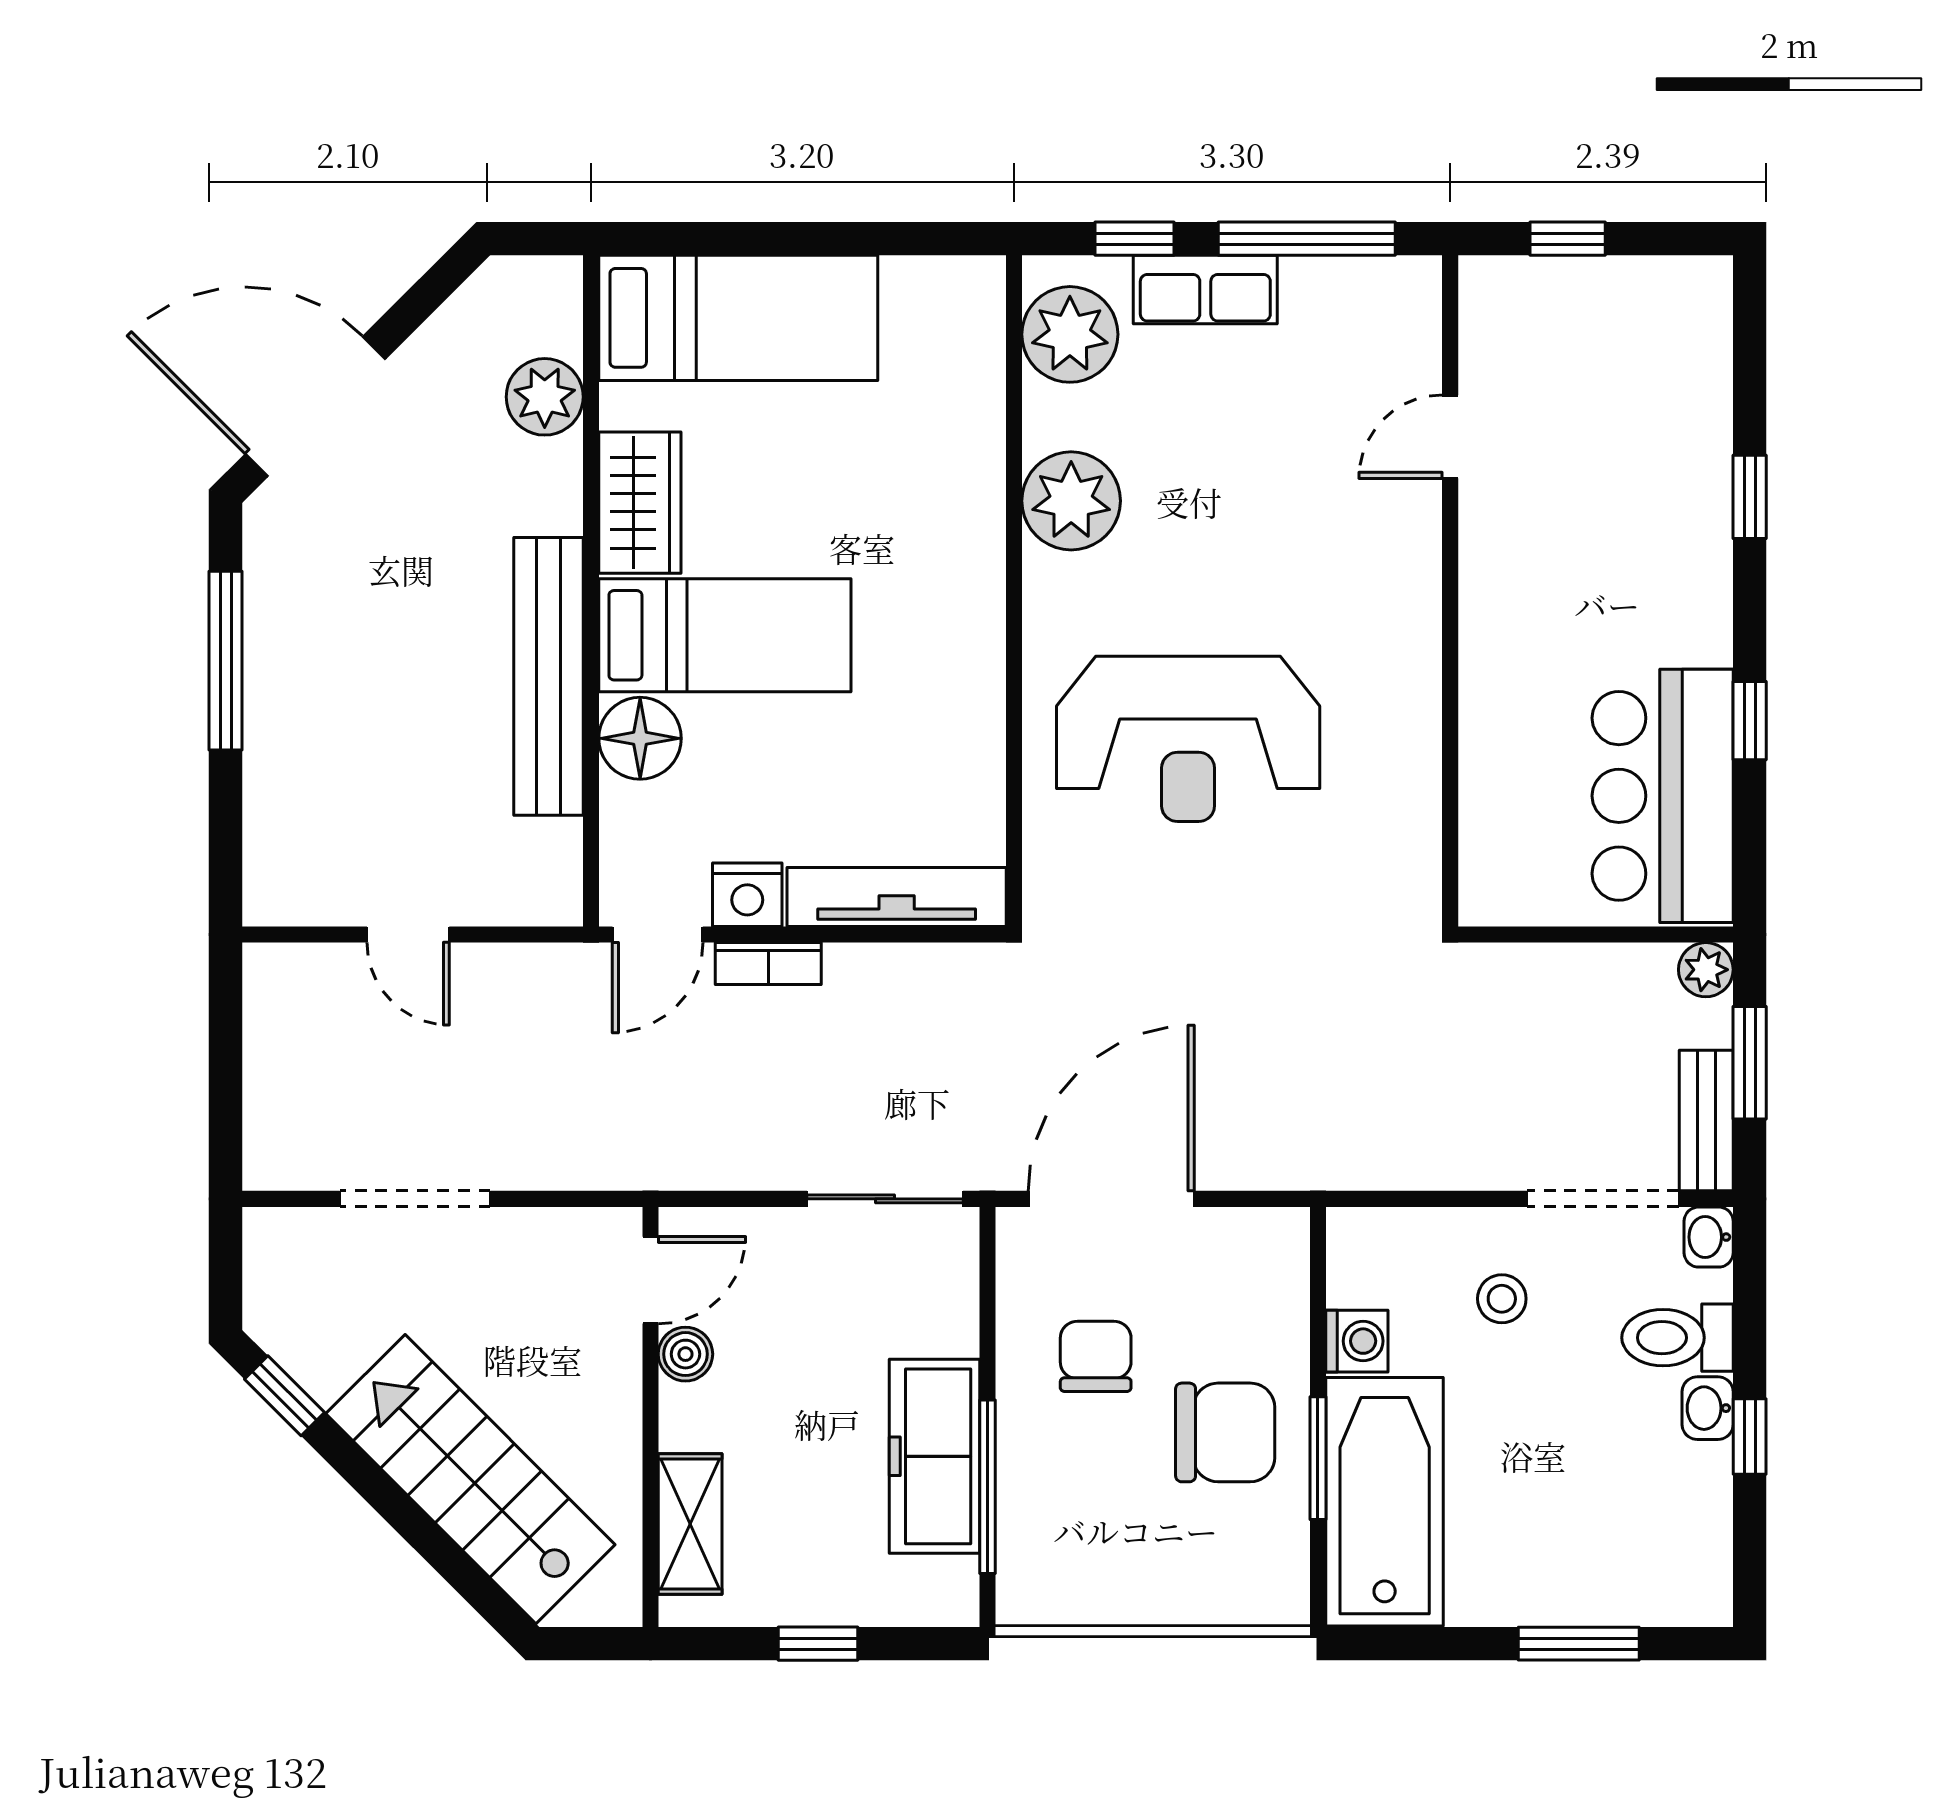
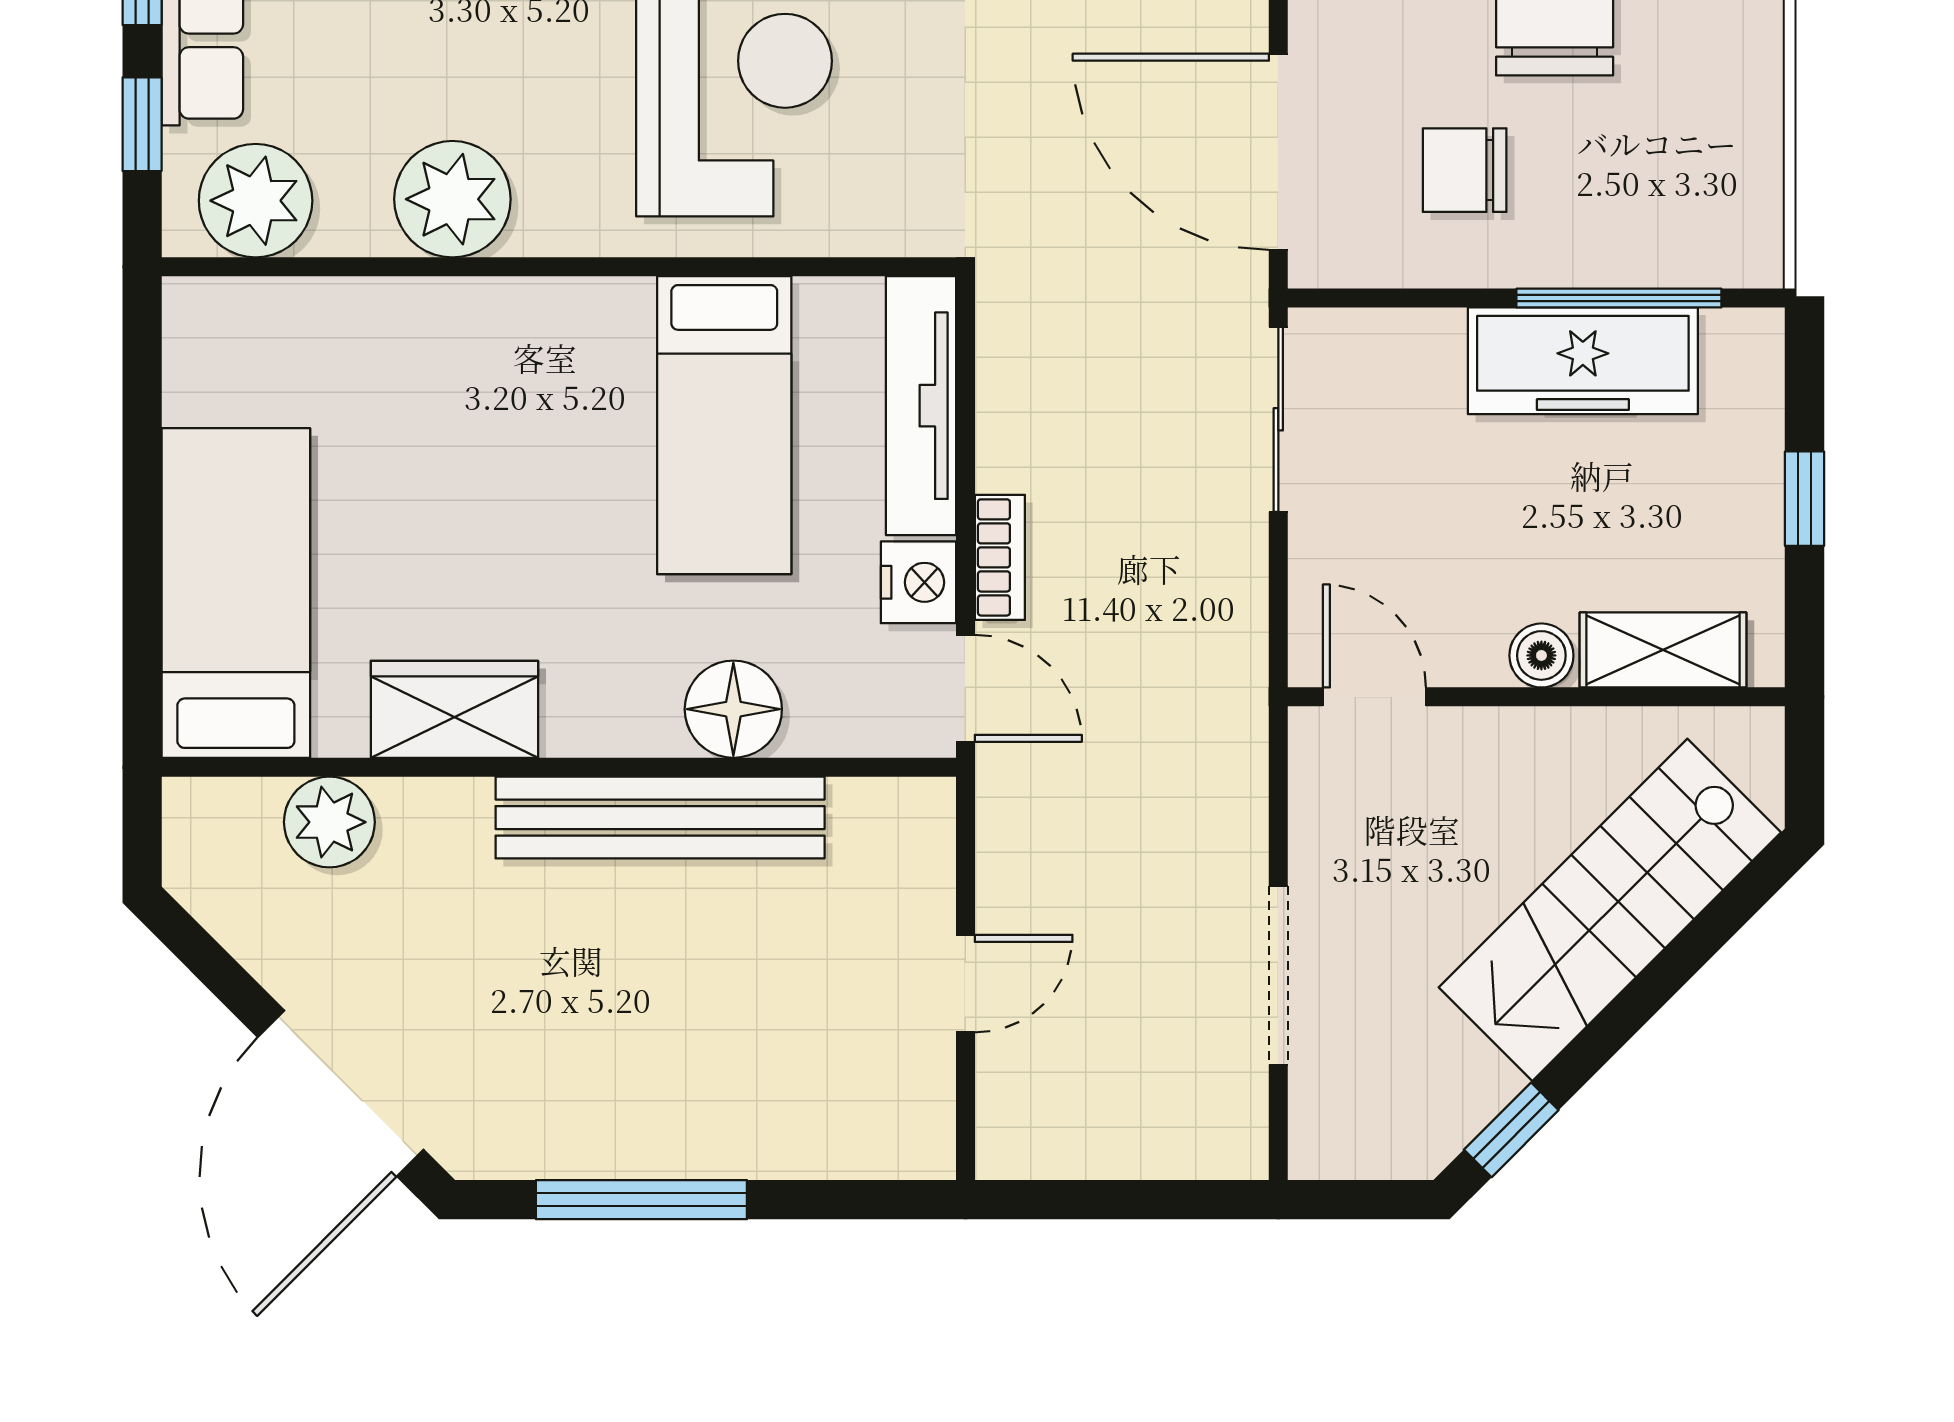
bed: (725, 635) -> (724, 425), moved, turned 180
boiler: (685, 1354) -> (1541, 655), moved

